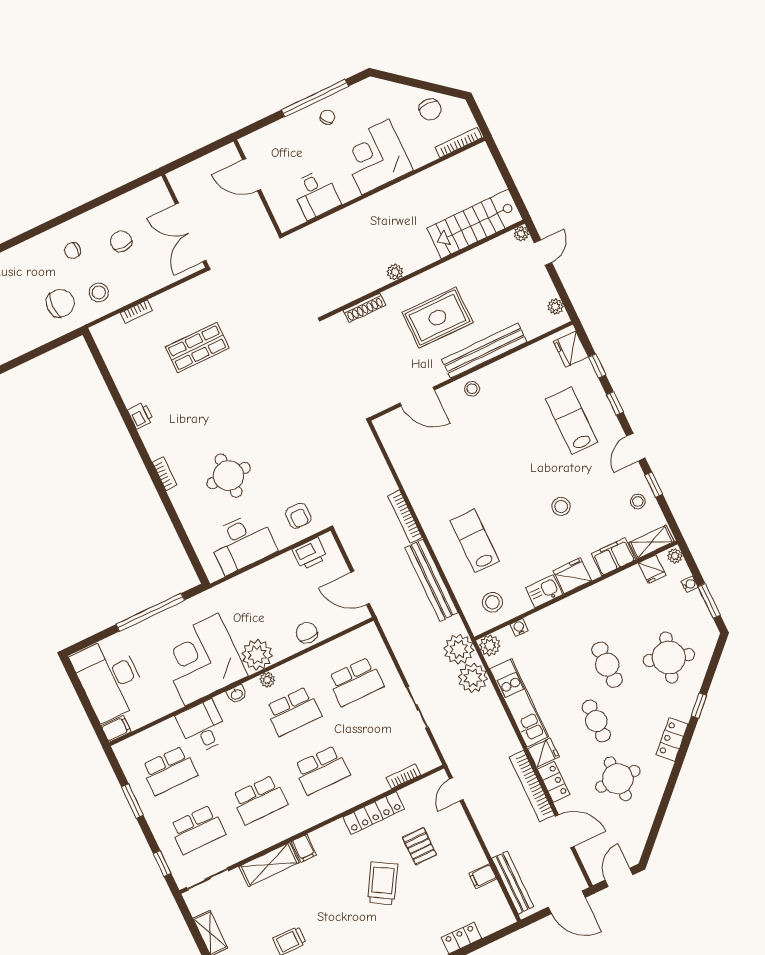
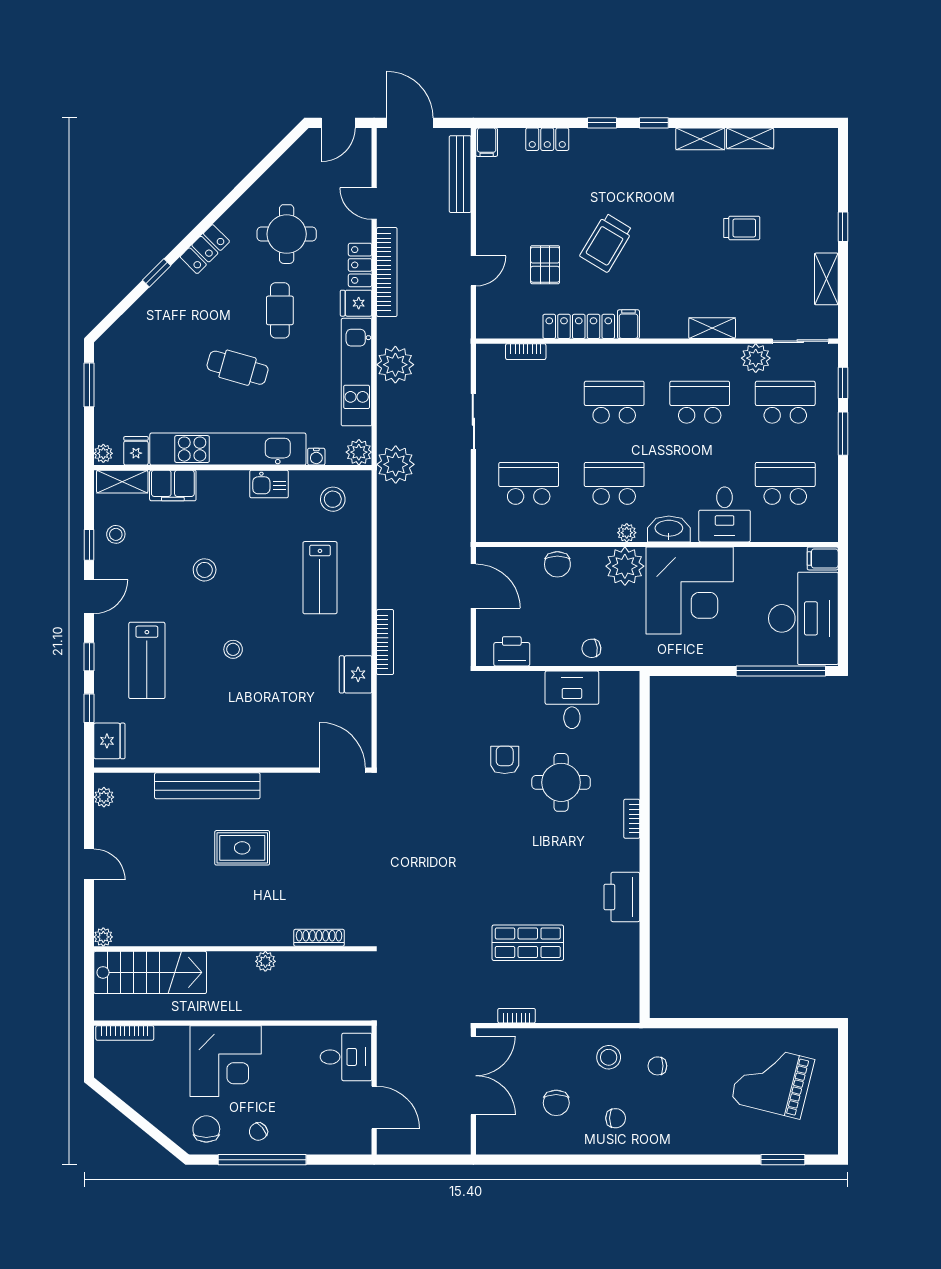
chair: (430, 109) -> (206, 1129), moved
desk: (316, 194) -> (346, 1057), moved, turned 90
stairs: (475, 224) -> (150, 972), moved
plant: (521, 234) -> (103, 937), moved
door: (543, 253) -> (89, 864), swing flipped
wall: (423, 270) -> (233, 949), moved
plant: (395, 272) -> (265, 961), moved
chair: (60, 303) -> (657, 1066), width x0.54, depth x0.54
shoe rack: (364, 308) -> (319, 938), moved
bookcase: (136, 312) -> (517, 1016), moved
rug: (437, 318) -> (242, 848), width x0.73, depth x0.70
stool: (472, 389) -> (233, 649), moved
door: (417, 397) -> (343, 770), moved
printer: (141, 415) -> (622, 897), width x1.87, depth x1.48
armchair: (298, 516) -> (505, 760), moved
desk: (242, 543) -> (572, 700), width x0.73
fridge: (572, 576) -> (356, 674), moved, turned 90
bench: (432, 580) -> (389, 556), removed
chair: (253, 584) -> (591, 648), added
water cooler: (690, 584) -> (102, 414), removed
kitchen unit: (586, 602) -> (228, 449), added
window: (150, 612) -> (781, 671), moved
round table: (669, 658) -> (164, 343), removed
cafe table: (607, 665) -> (238, 368), turned -74
plant: (473, 678) -> (395, 365), moved
washbasin: (237, 694) -> (669, 529), width x1.91, depth x1.45
door: (456, 789) -> (473, 271), moved
window: (132, 801) -> (843, 434), moved
door: (565, 831) -> (374, 204), width x0.73
filing cabinet: (304, 848) -> (628, 324), moved
plant: (234, 851) -> (756, 358), added
shelving: (269, 864) -> (712, 328), width x0.67, depth x0.75
filing cabinet: (483, 876) -> (487, 142), moved, turned 90

